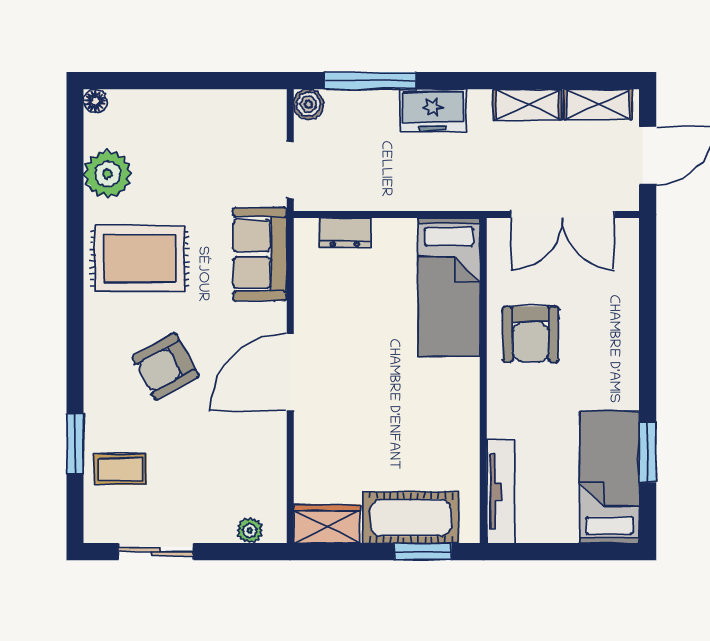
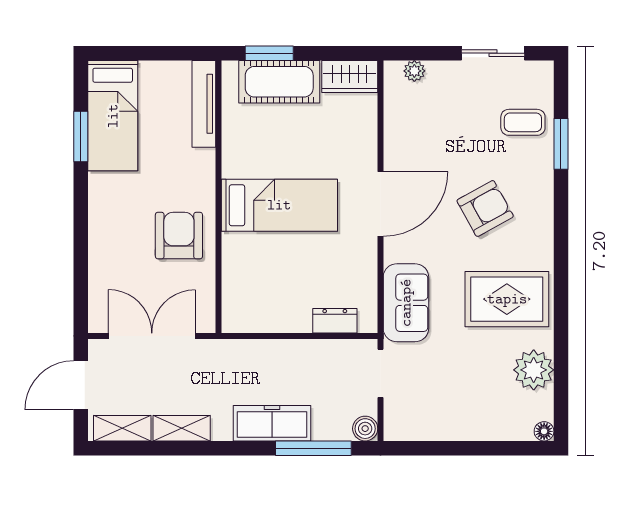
freezer: (433, 111) -> (272, 423), width x1.40
bed: (449, 287) -> (279, 205), moved, turned 90

